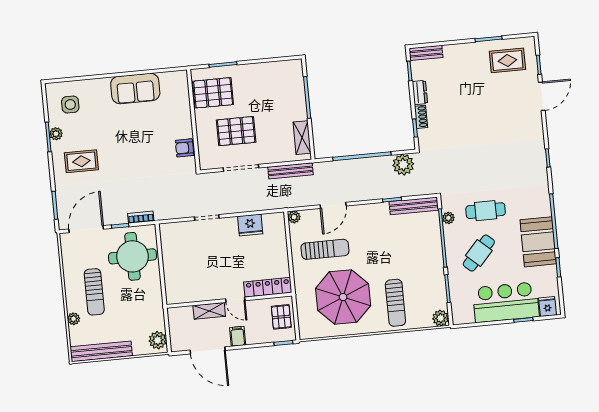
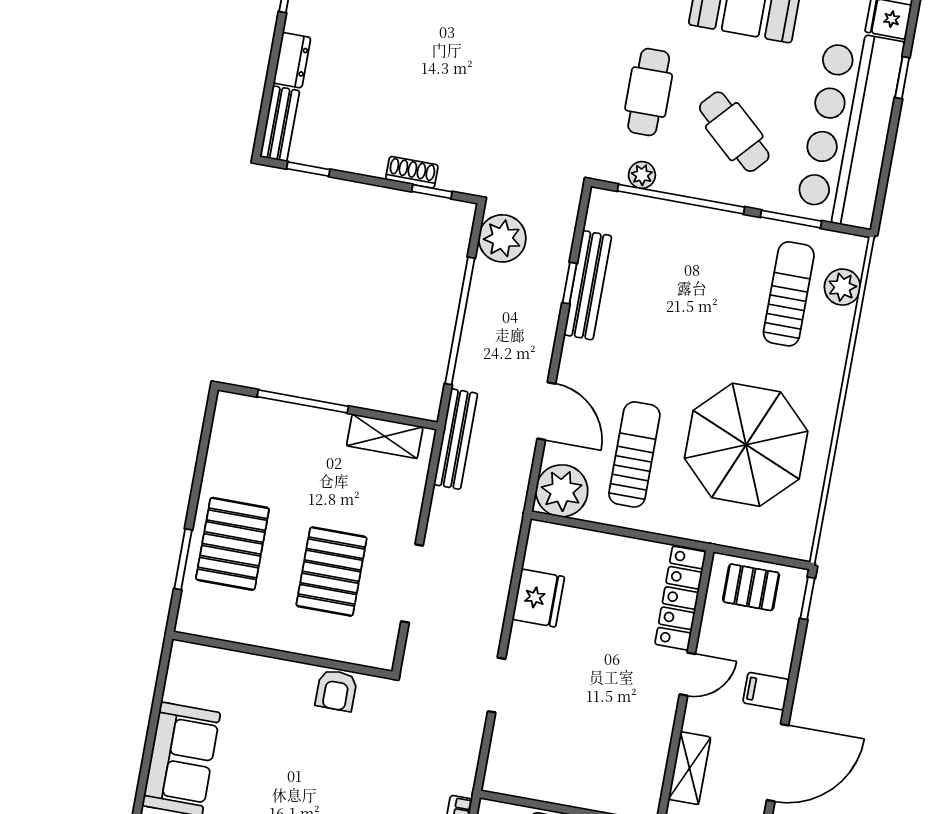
pallet: (213, 93) -> (232, 544), moved
dresser: (420, 93) -> (292, 60), moved, turned 90
bench: (291, 171) -> (456, 439), moved
bench: (414, 206) -> (588, 285), moved
plant: (294, 217) -> (562, 491), width x1.87, depth x1.87
bar counter: (506, 302) -> (850, 129), width x1.36
sun lounger: (395, 303) -> (789, 294), moved, turned -90
shelving: (209, 311) -> (689, 768), moved
plant: (441, 318) -> (842, 287), moved

